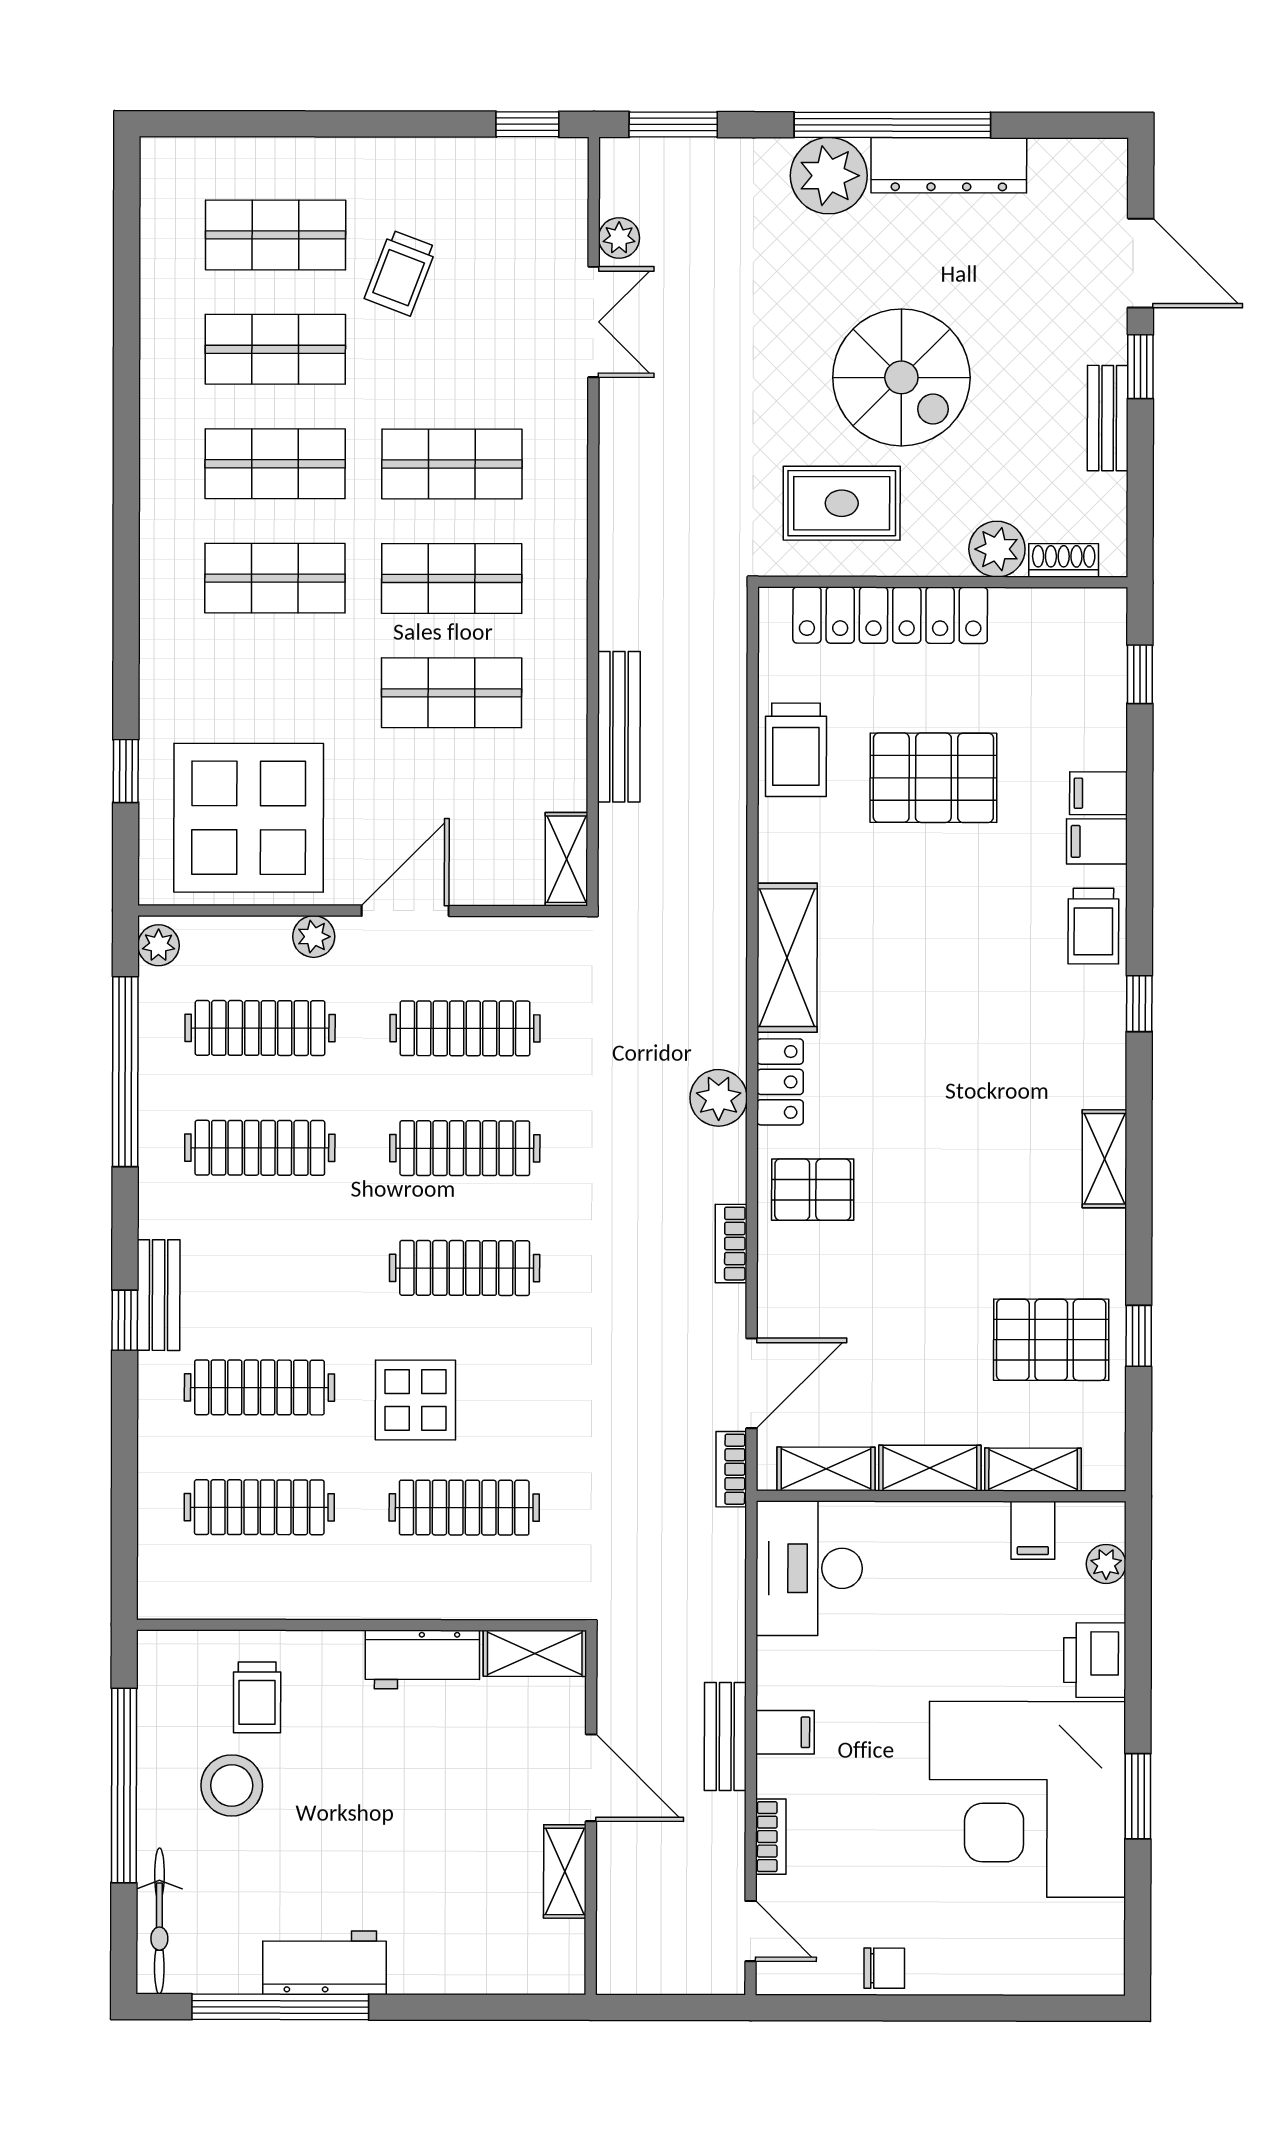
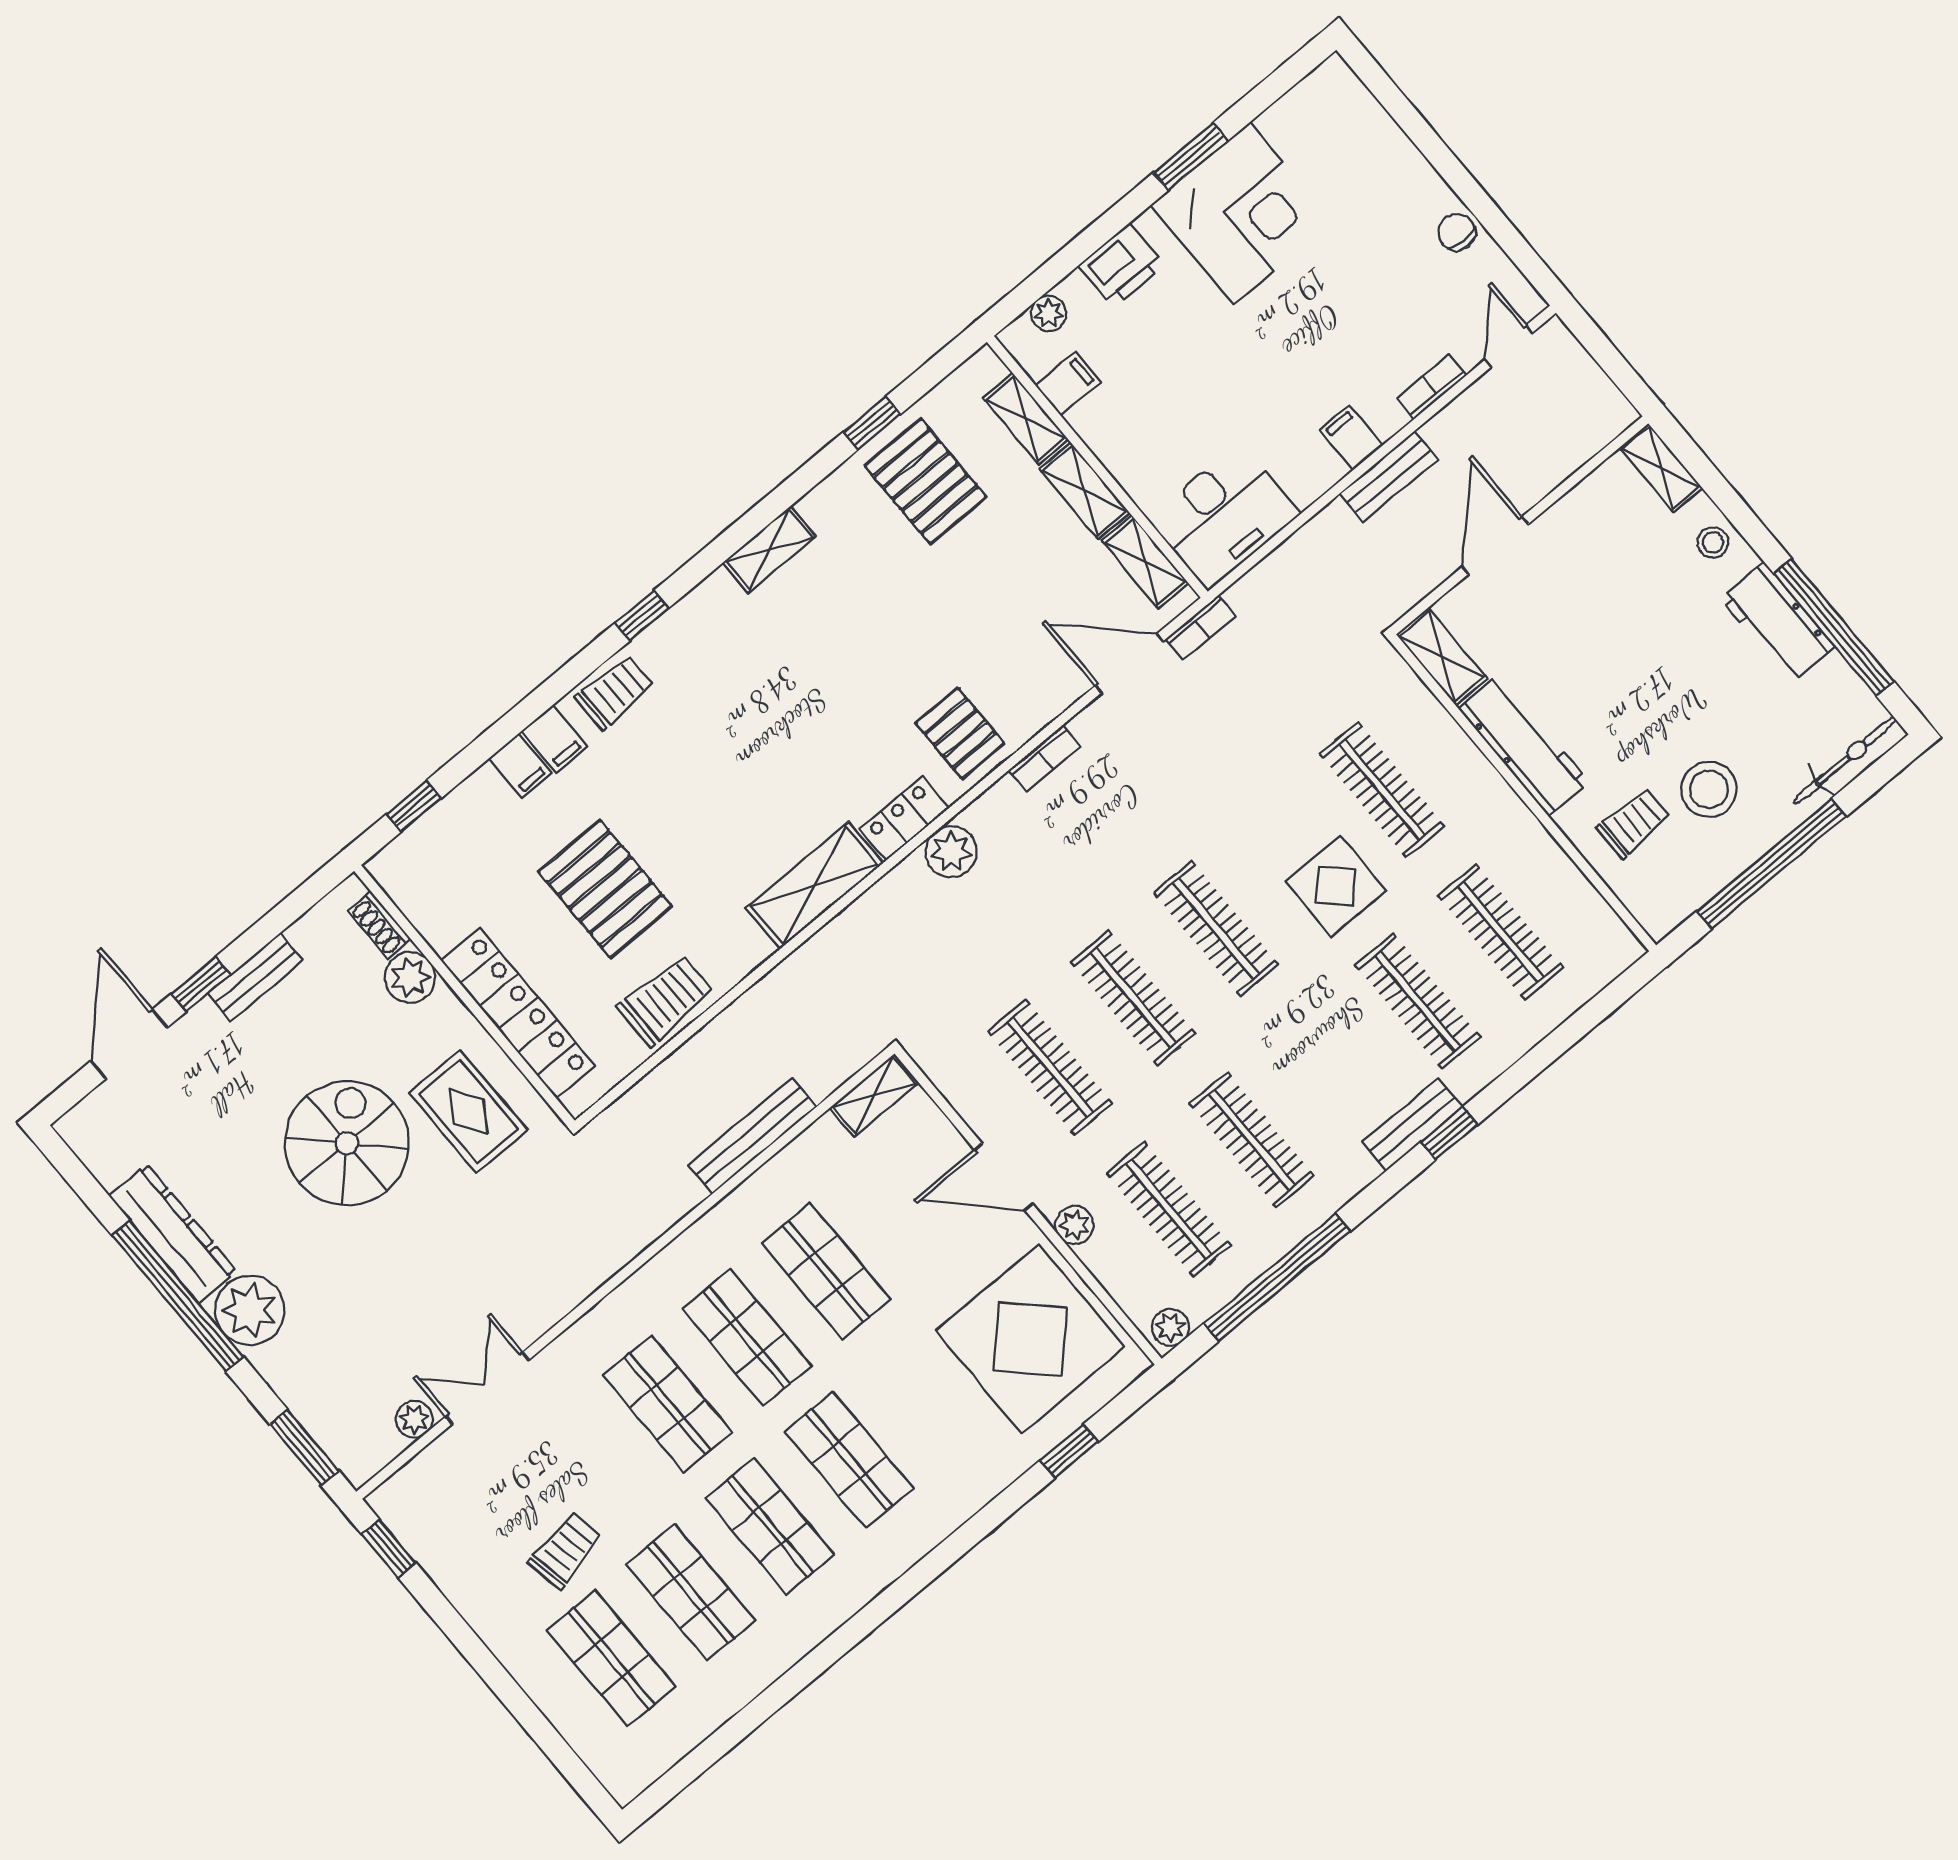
trolley: (400, 273) -> (565, 1550), turned -32
workbench: (422, 1659) -> (1524, 745), width x1.38
corner desk: (1027, 1799) -> (1242, 213), width x0.74, depth x0.74
shelving: (565, 1871) -> (1661, 468), moved, turned 90
stool: (438, 1965) -> (1713, 542), added

